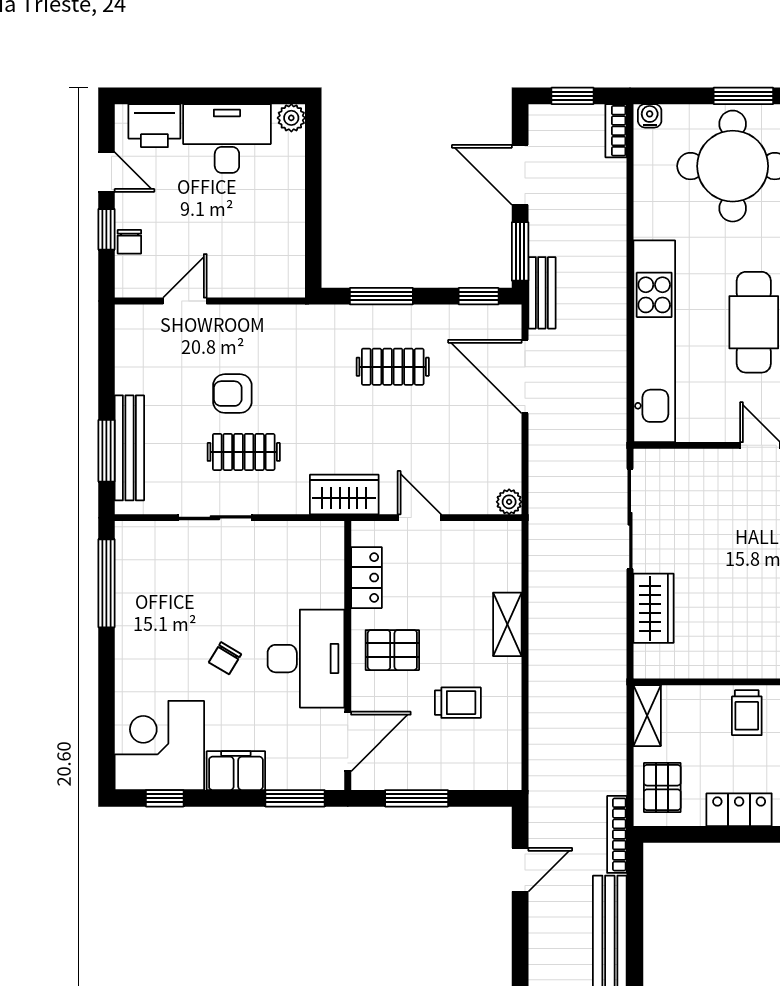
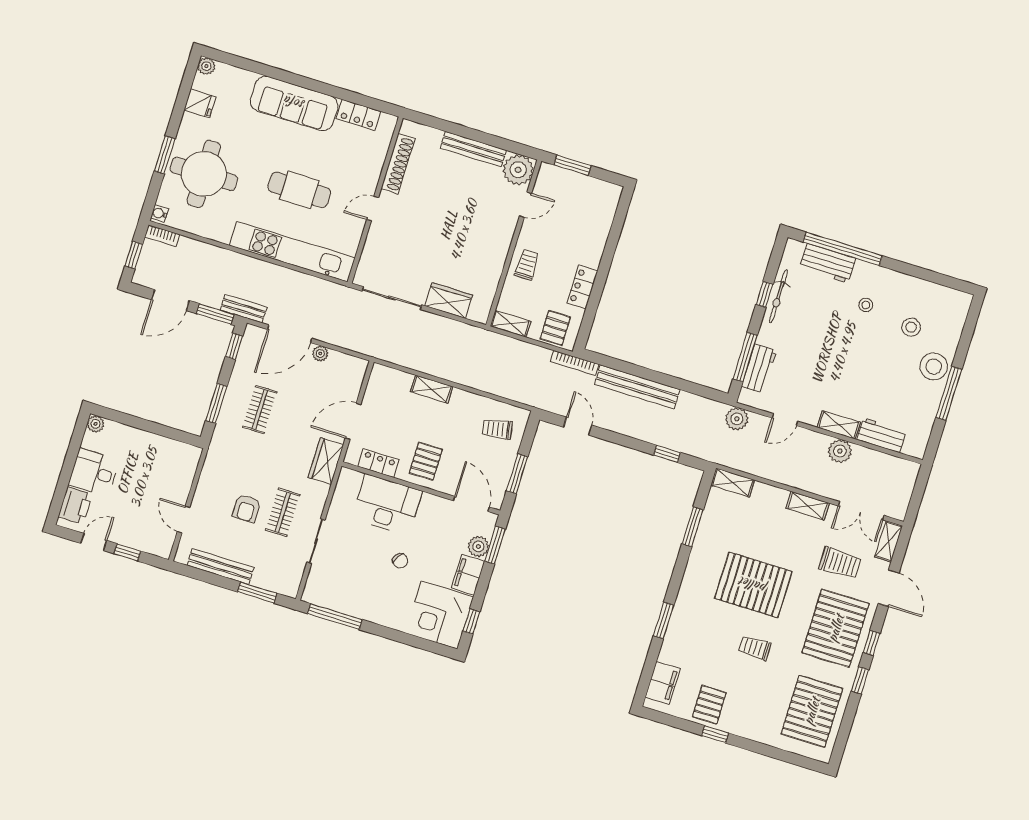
desk: (227, 139) -> (94, 472), width x0.73
chair: (129, 242) -> (139, 541), removed
bench: (129, 448) -> (221, 566), moved
plant: (509, 502) -> (320, 353), moved
door: (419, 518) -> (353, 421), width x1.38
desk: (306, 659) -> (387, 505), moved
trolley: (458, 703) -> (497, 429), moved, turned -100
trolley: (747, 713) -> (527, 265), turned -90
plant: (285, 773) -> (478, 546), added
pallet: (662, 787) -> (555, 328), turned 90

